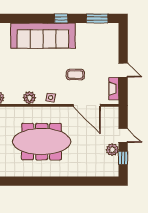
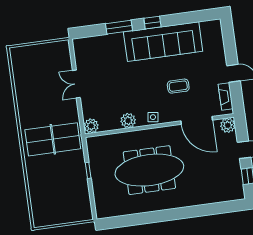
window: (97, 18) -> (119, 27), moved
sofa: (43, 36) -> (163, 42), moved
plant: (112, 150) -> (228, 125), moved

